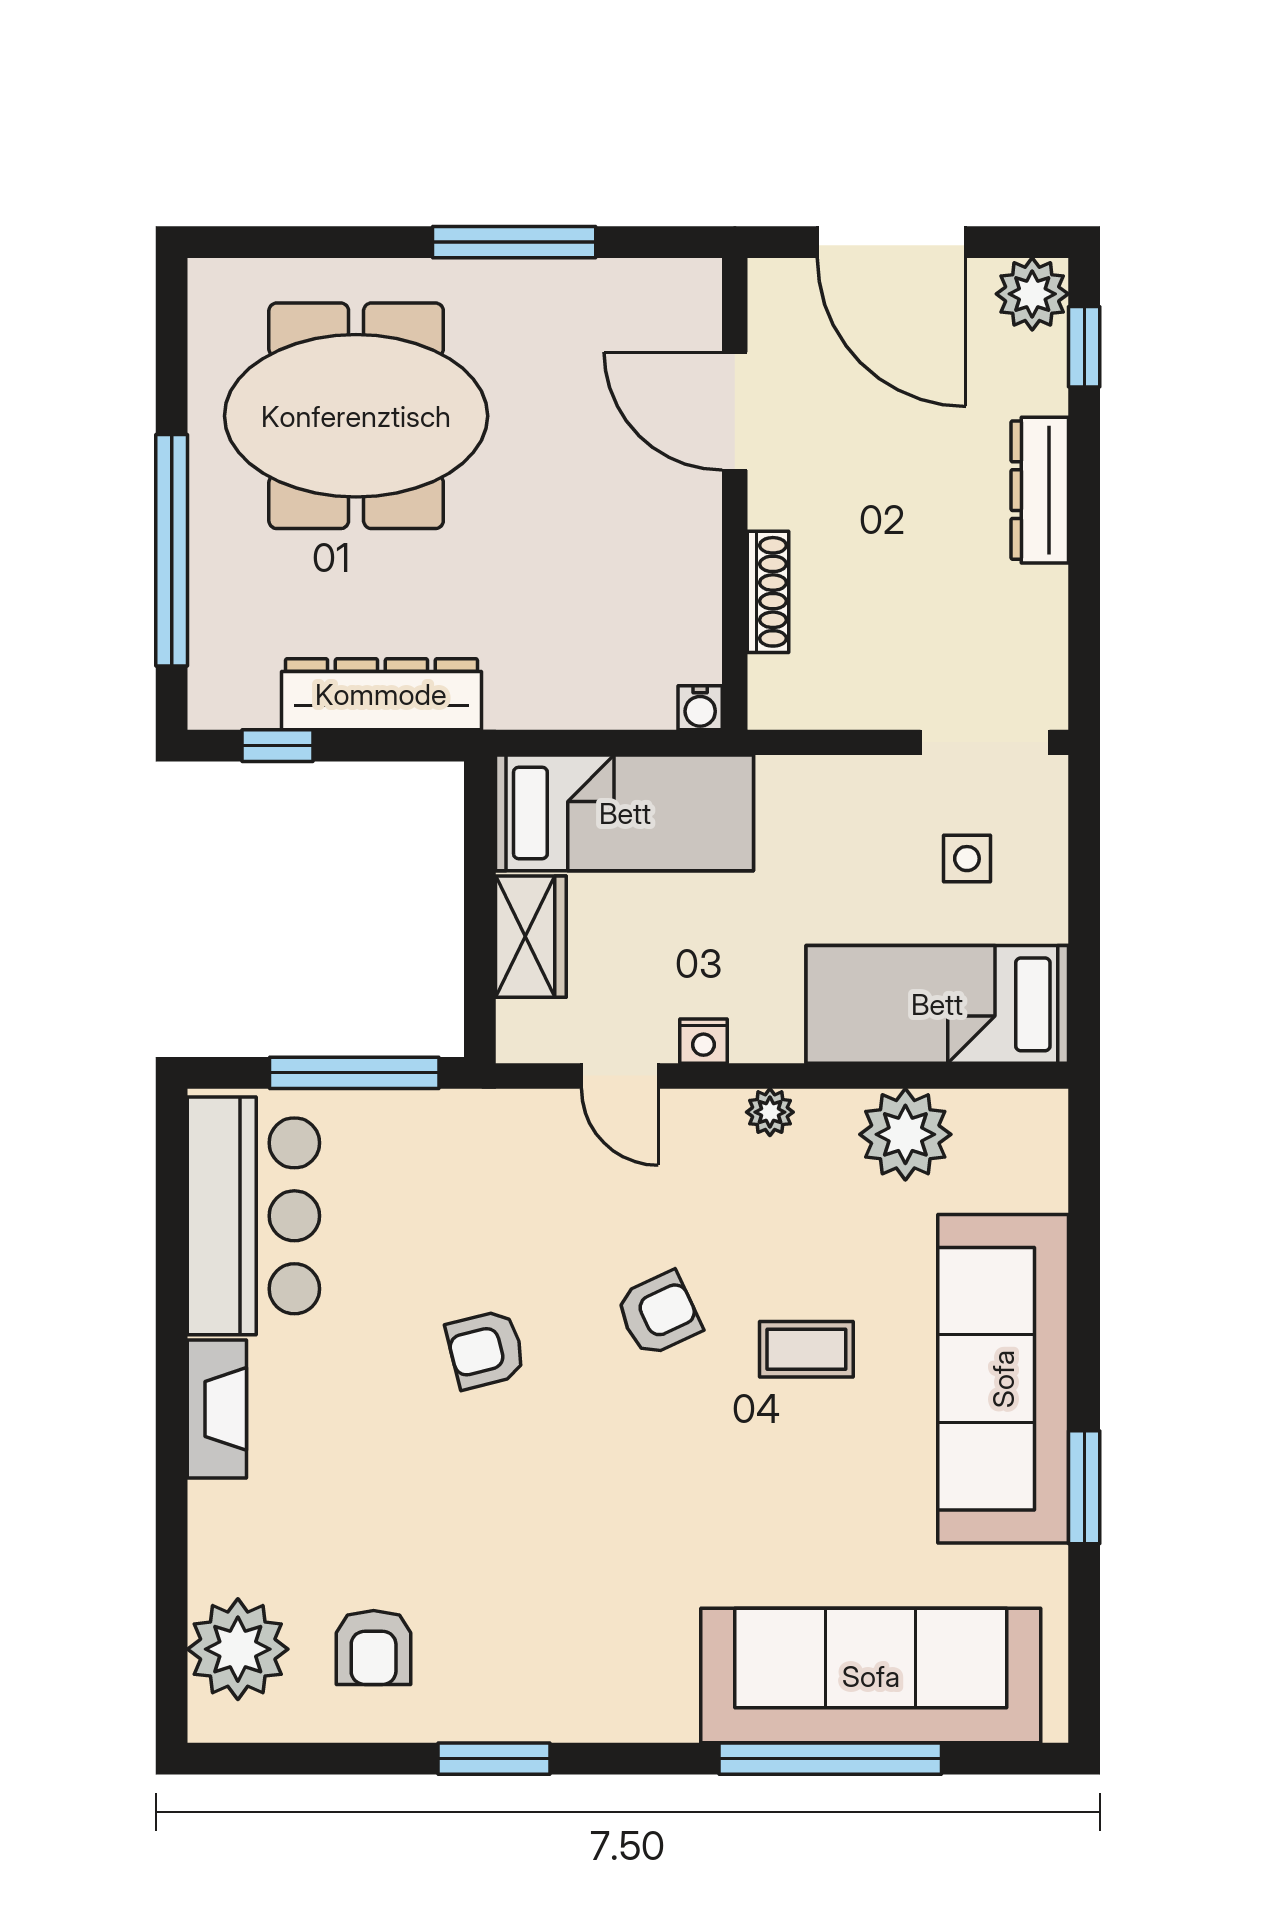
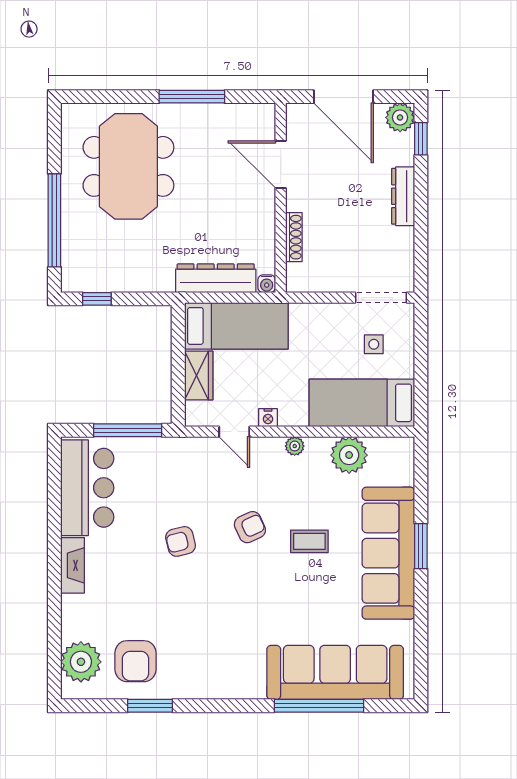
meeting table: (356, 416) -> (128, 166), turned 90
dresser: (381, 694) -> (216, 278), moved
window: (1084, 1487) -> (421, 546), moved
armchair: (374, 1647) -> (135, 661), width x1.38, depth x1.38
window: (494, 1759) -> (150, 706), moved

